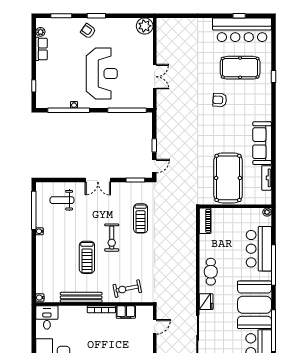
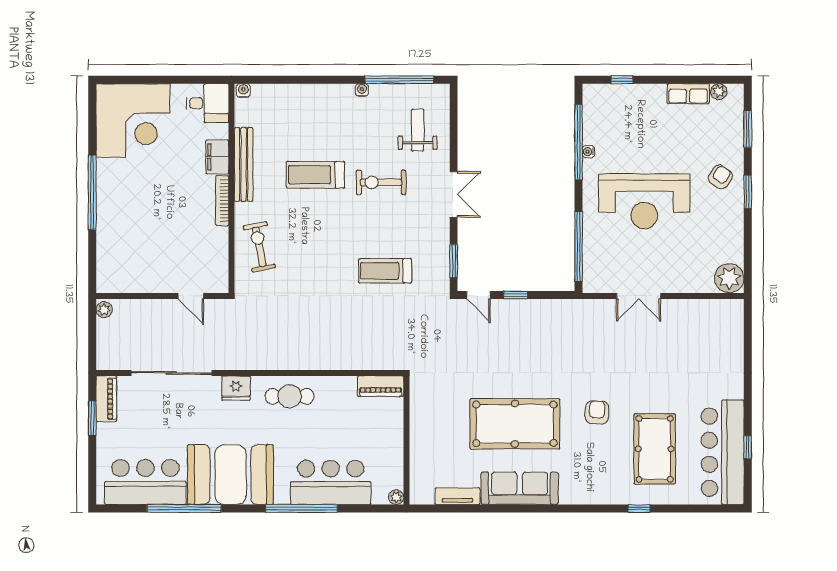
pool table: (228, 178) -> (515, 424), moved
double door: (98, 180) -> (454, 194), swing flipped
exercise bike: (112, 238) -> (381, 182), moved
filing cabinet: (126, 312) -> (217, 157), moved

